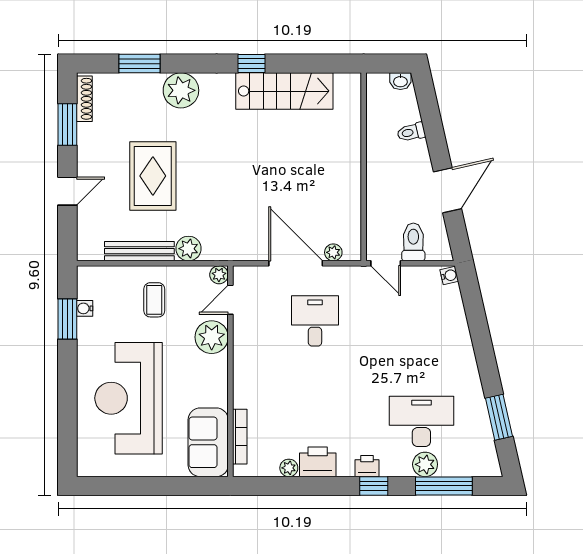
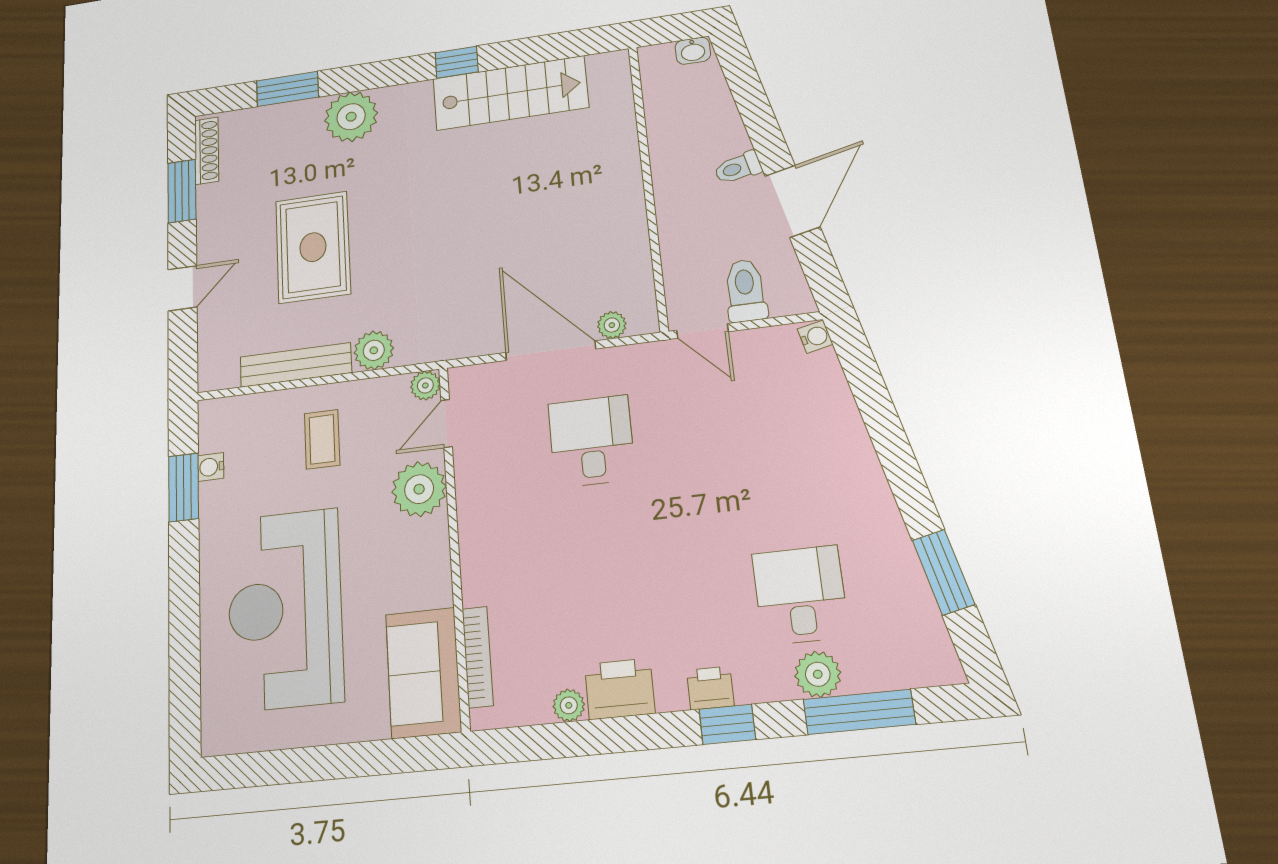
toilet: (411, 132) -> (738, 168), moved
desk: (421, 421) -> (800, 595), width x0.73

